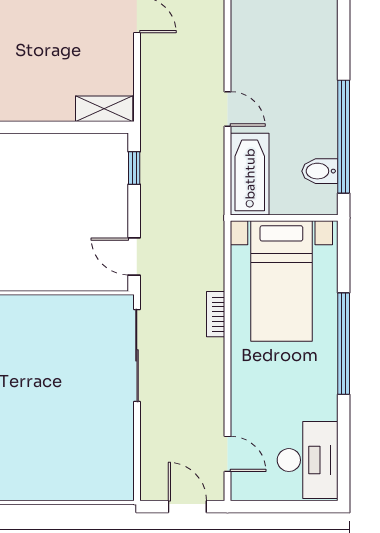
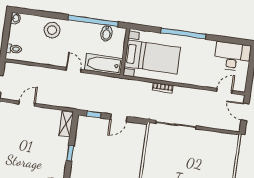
stool: (310, 48) -> (52, 30), added
door: (228, 109) -> (74, 70), hinge flipped
window: (40, 127) -> (70, 153), added
door: (134, 256) -> (119, 118), moved
door: (187, 507) -> (245, 112), hinge flipped

